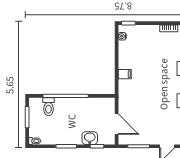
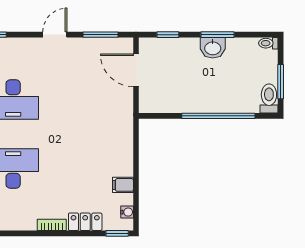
locker: (148, 30) -> (85, 222), added
filing cabinet: (125, 74) -> (123, 185), moved
toilet: (49, 107) -> (269, 98), moved
washbasin: (90, 138) -> (213, 48), moved

